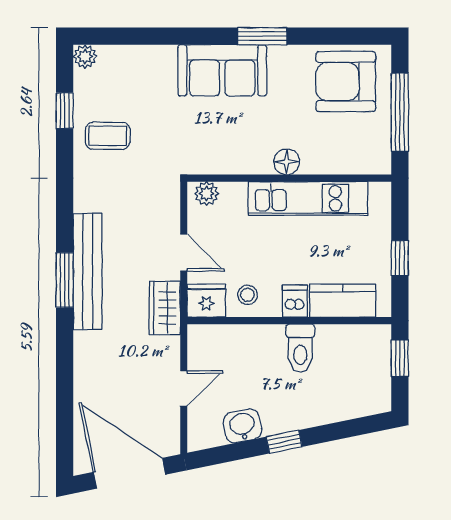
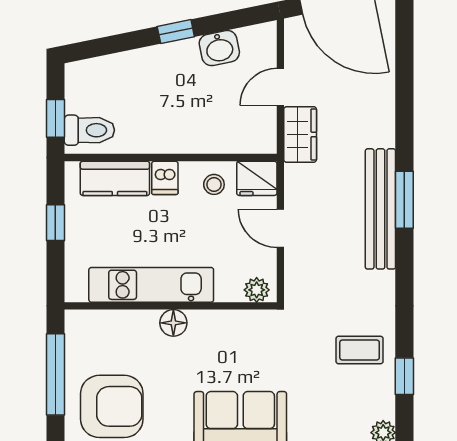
wardrobe: (165, 308) -> (300, 134), moved
toilet: (300, 348) -> (89, 130), moved, turned 90

